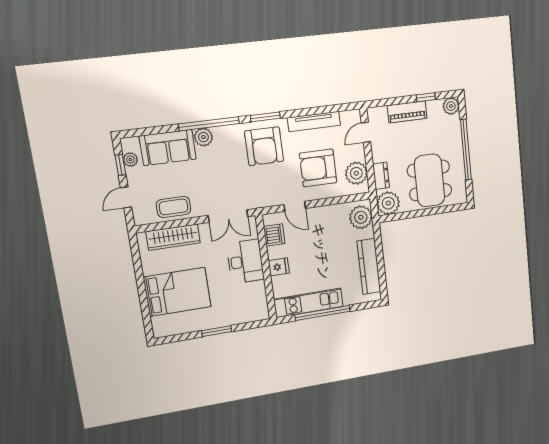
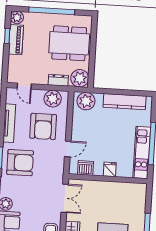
piano: (407, 112) -> (16, 40), moved
desk: (245, 261) -> (100, 193), removed

